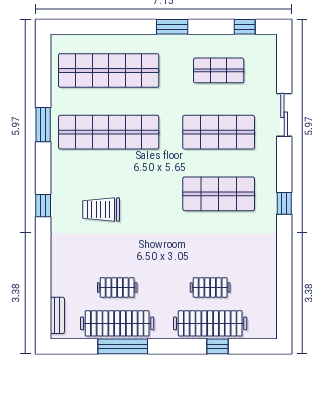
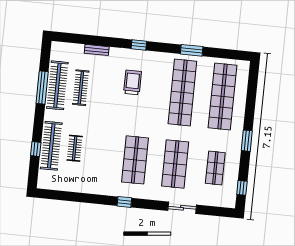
clothes rail: (117, 287) -> (81, 88), width x1.36
bench: (57, 315) -> (97, 50), moved

